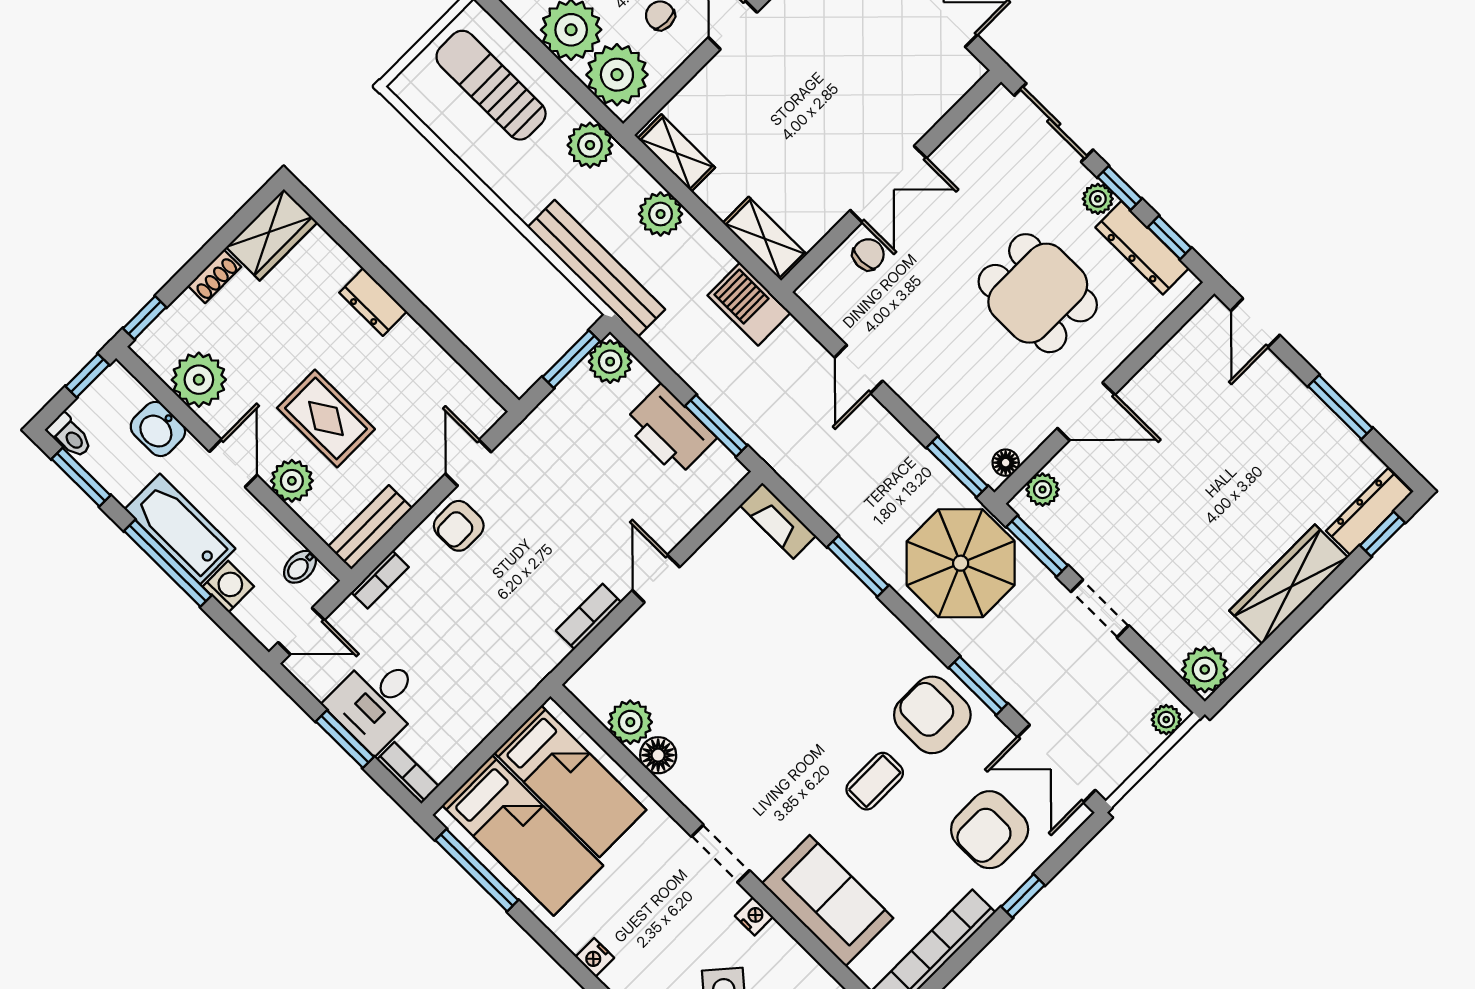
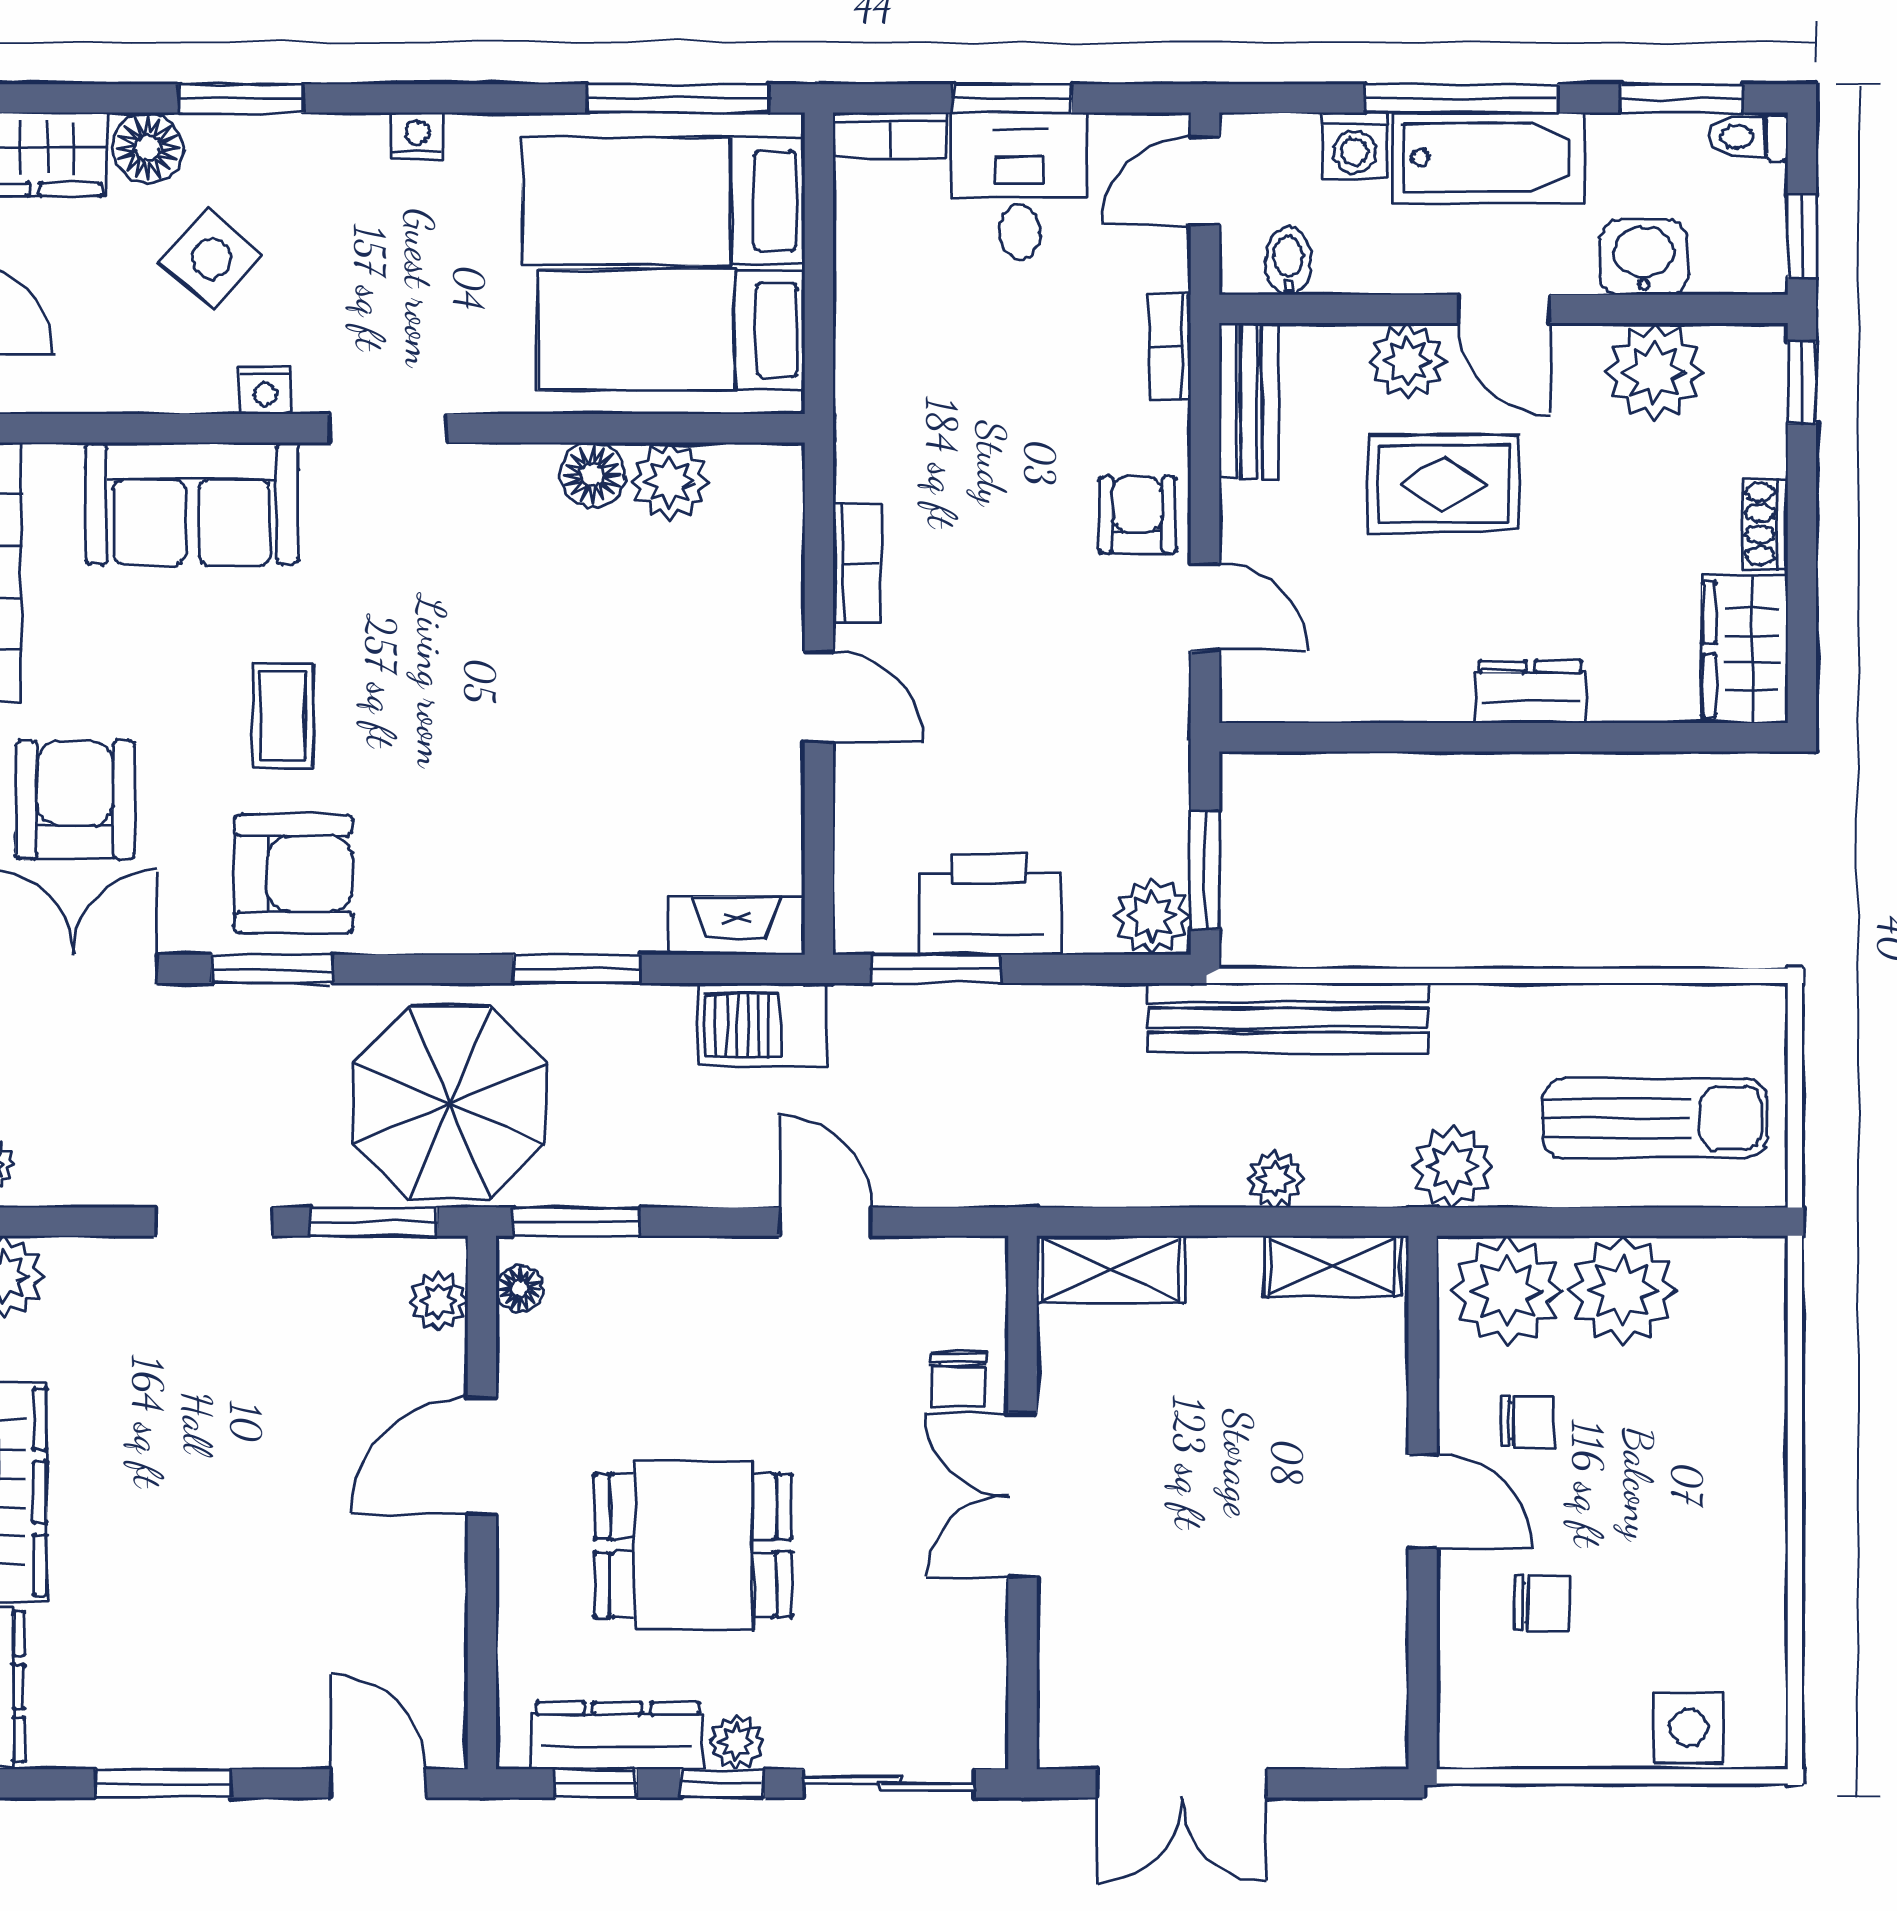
plant: (661, 214) -> (1275, 1179), width x0.73, depth x0.73
barbecue: (749, 304) -> (762, 1025), moved, turned 180

